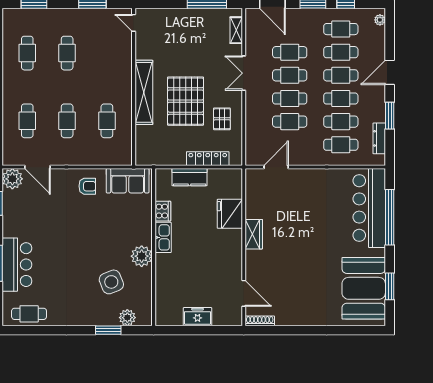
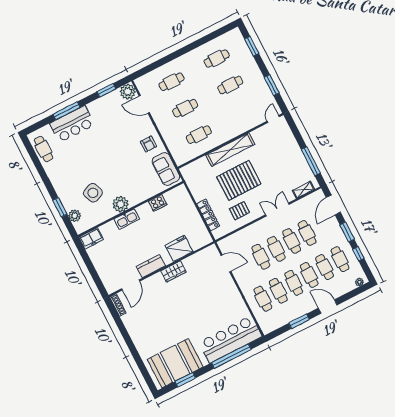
dresser: (379, 138) -> (280, 322), removed
door: (38, 167) -> (144, 104), hinge flipped
kitchen counter: (190, 177) -> (151, 266), moved, turned 90
kitchen sink: (163, 237) -> (127, 219), moved
freezer: (198, 317) -> (91, 238), moved, turned 90

